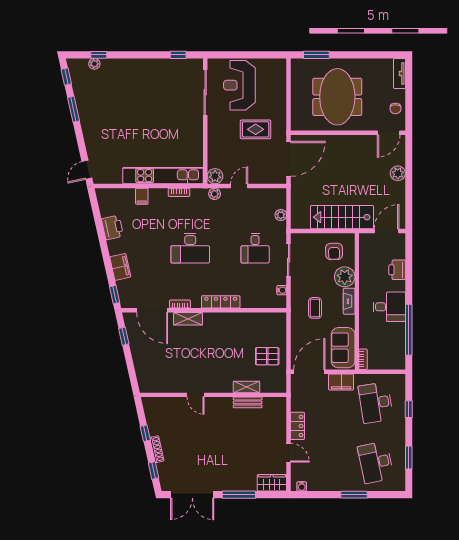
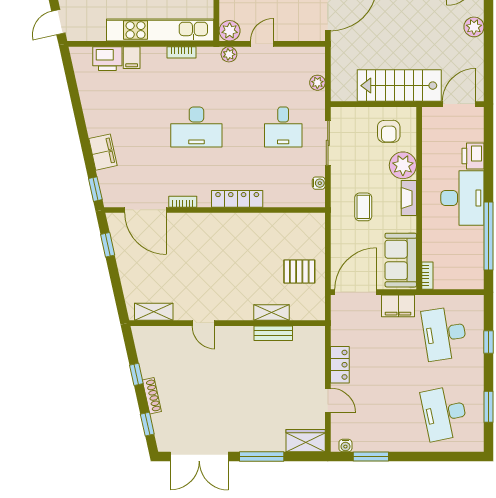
printer: (112, 227) -> (107, 59), moved, turned 102
desk: (389, 307) -> (462, 198), width x1.37
shelving: (188, 319) -> (154, 312), moved
window: (354, 495) -> (371, 456), moved

